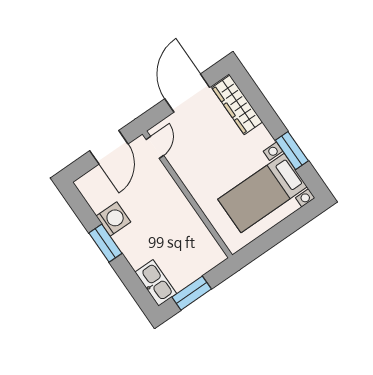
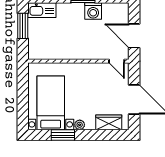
wardrobe: (237, 105) -> (109, 122), width x0.67
plant: (265, 139) -> (80, 125), added

